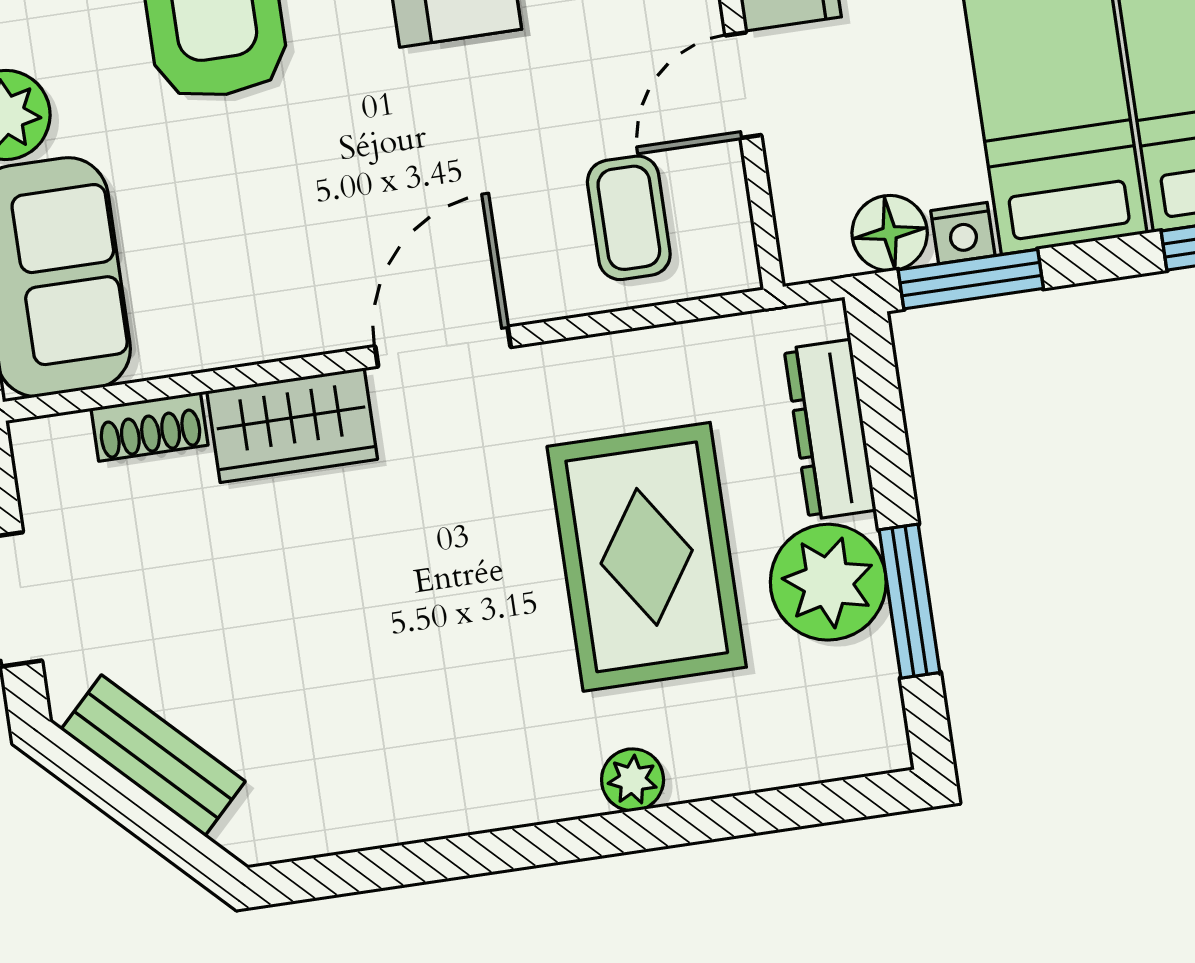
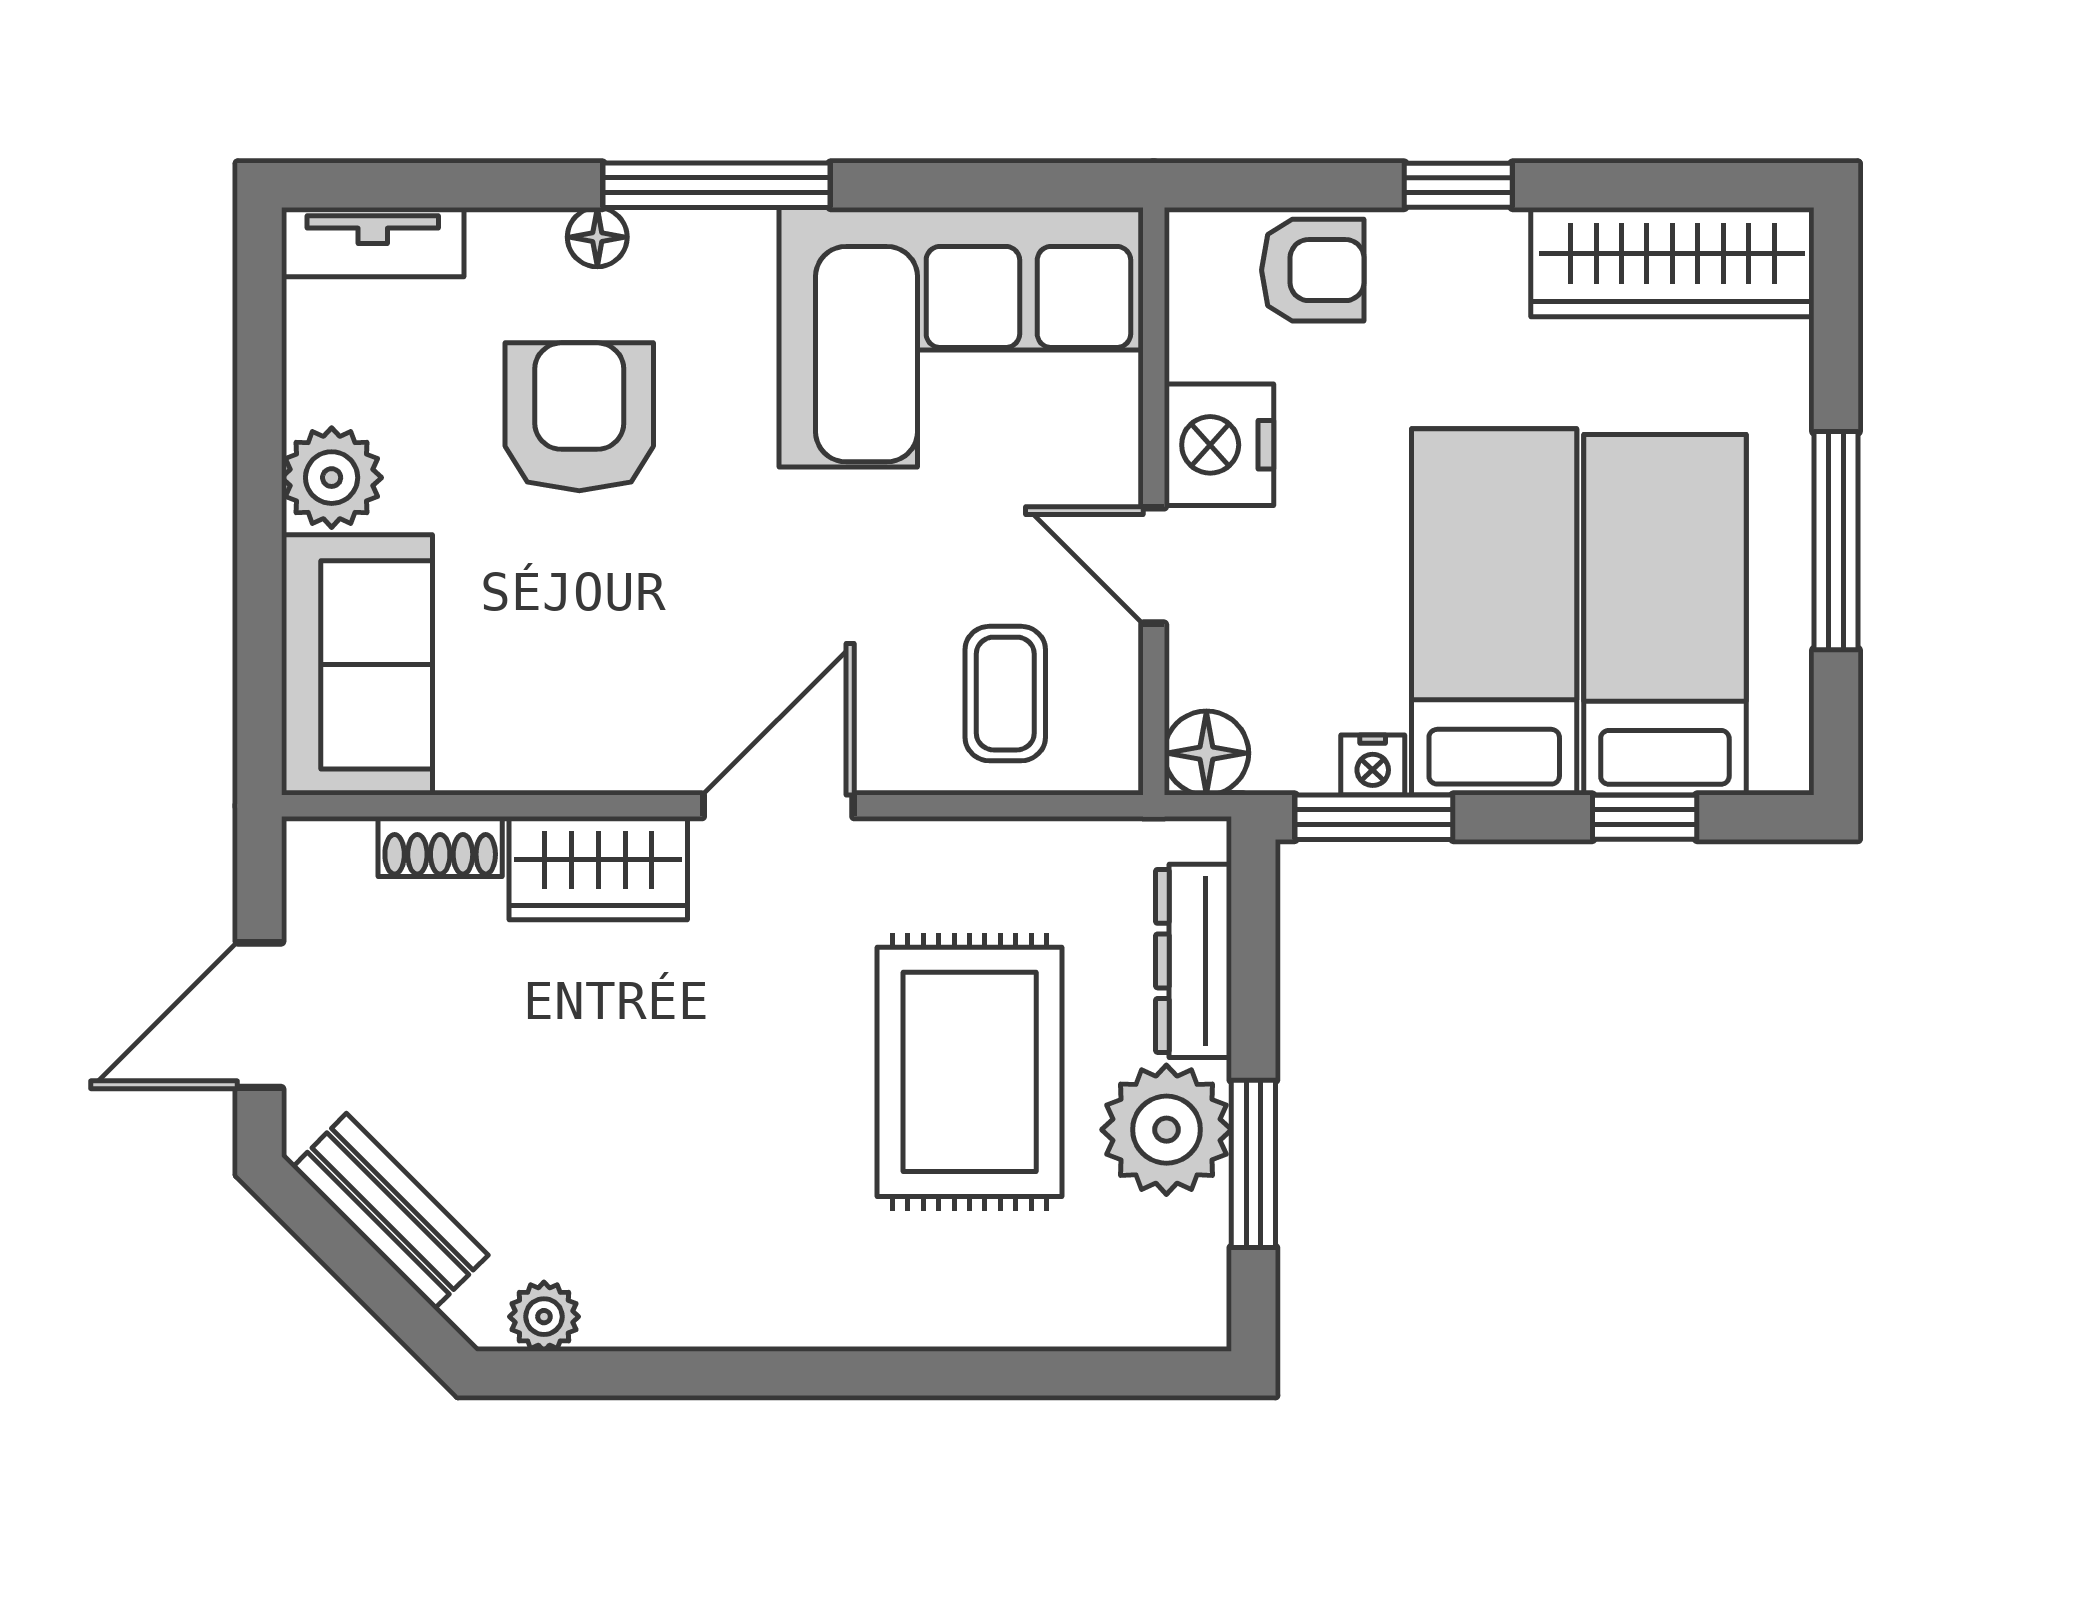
door: (743, 85) -> (1154, 565), hinge flipped
floor lamp: (890, 233) -> (1206, 753), moved
plant: (633, 780) -> (544, 1317), moved

